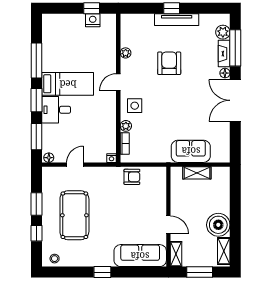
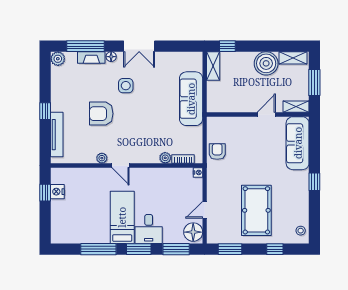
tv unit: (177, 20) -> (57, 135), moved
plant: (223, 32) -> (58, 59), moved
plant: (126, 53) -> (102, 158), moved
double door: (235, 100) -> (139, 46), width x0.73
side table: (135, 106) -> (126, 86), moved
sofa: (191, 151) -> (191, 99), width x1.36
floor lamp: (49, 158) -> (193, 232), width x1.89, depth x1.89
door: (75, 165) -> (205, 210), hinge flipped
shelving: (197, 173) -> (213, 66), moved
window: (235, 187) -> (227, 46), added
window: (36, 204) -> (230, 249), moved
pool table: (74, 215) -> (256, 210), turned 90

